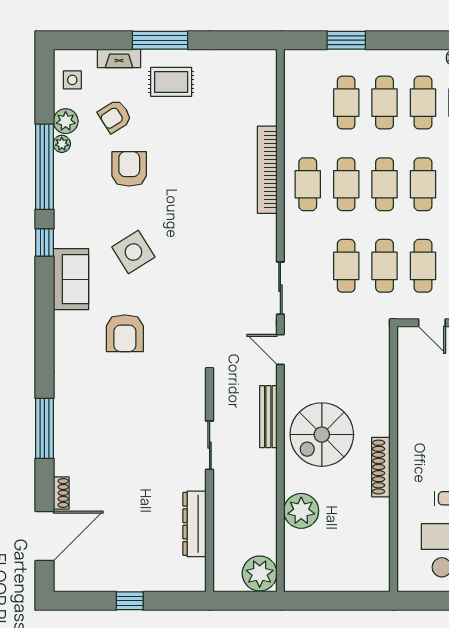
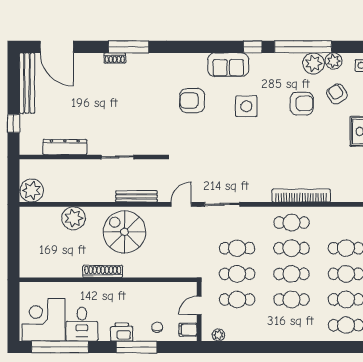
plant: (62, 144) -> (313, 63), width x1.88, depth x1.88
side table: (133, 252) -> (246, 106), turned 32
shoe rack: (61, 493) -> (115, 58), moved
bench: (99, 581) -> (27, 83), added
window: (130, 601) -> (14, 124), moved

